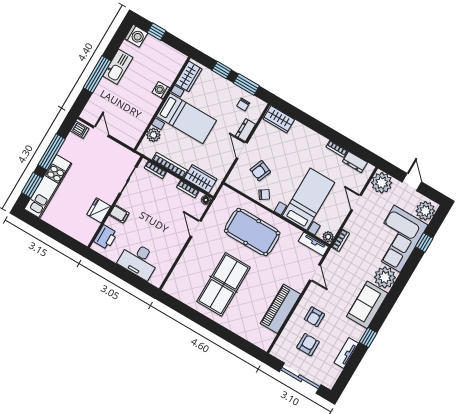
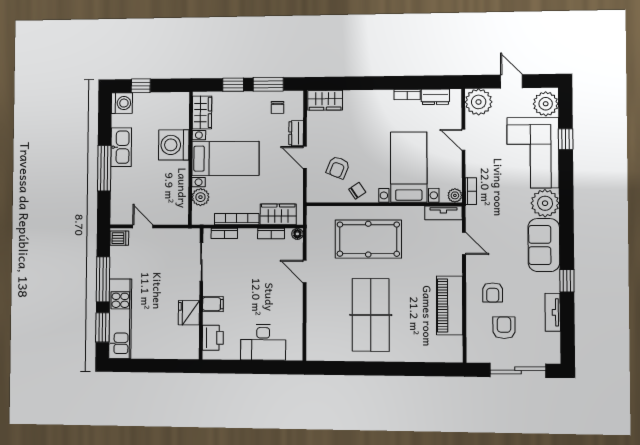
washing machine: (161, 90) -> (174, 145), width x1.89, depth x1.89

